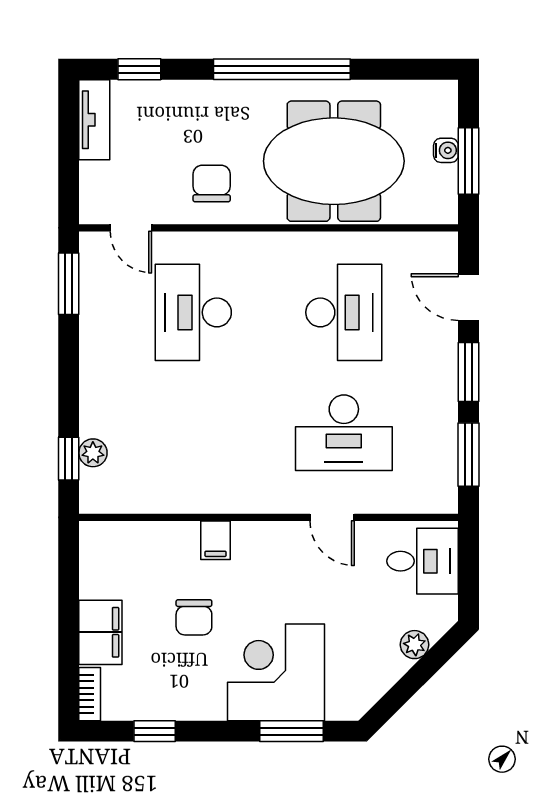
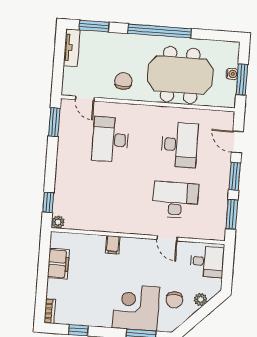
window: (139, 69) -> (94, 26), width x1.50
desk: (344, 433) -> (175, 200), turned 180
plant: (93, 453) -> (58, 222), moved
chair: (194, 617) -> (174, 300), moved
filing cabinet: (100, 632) -> (58, 264), moved

